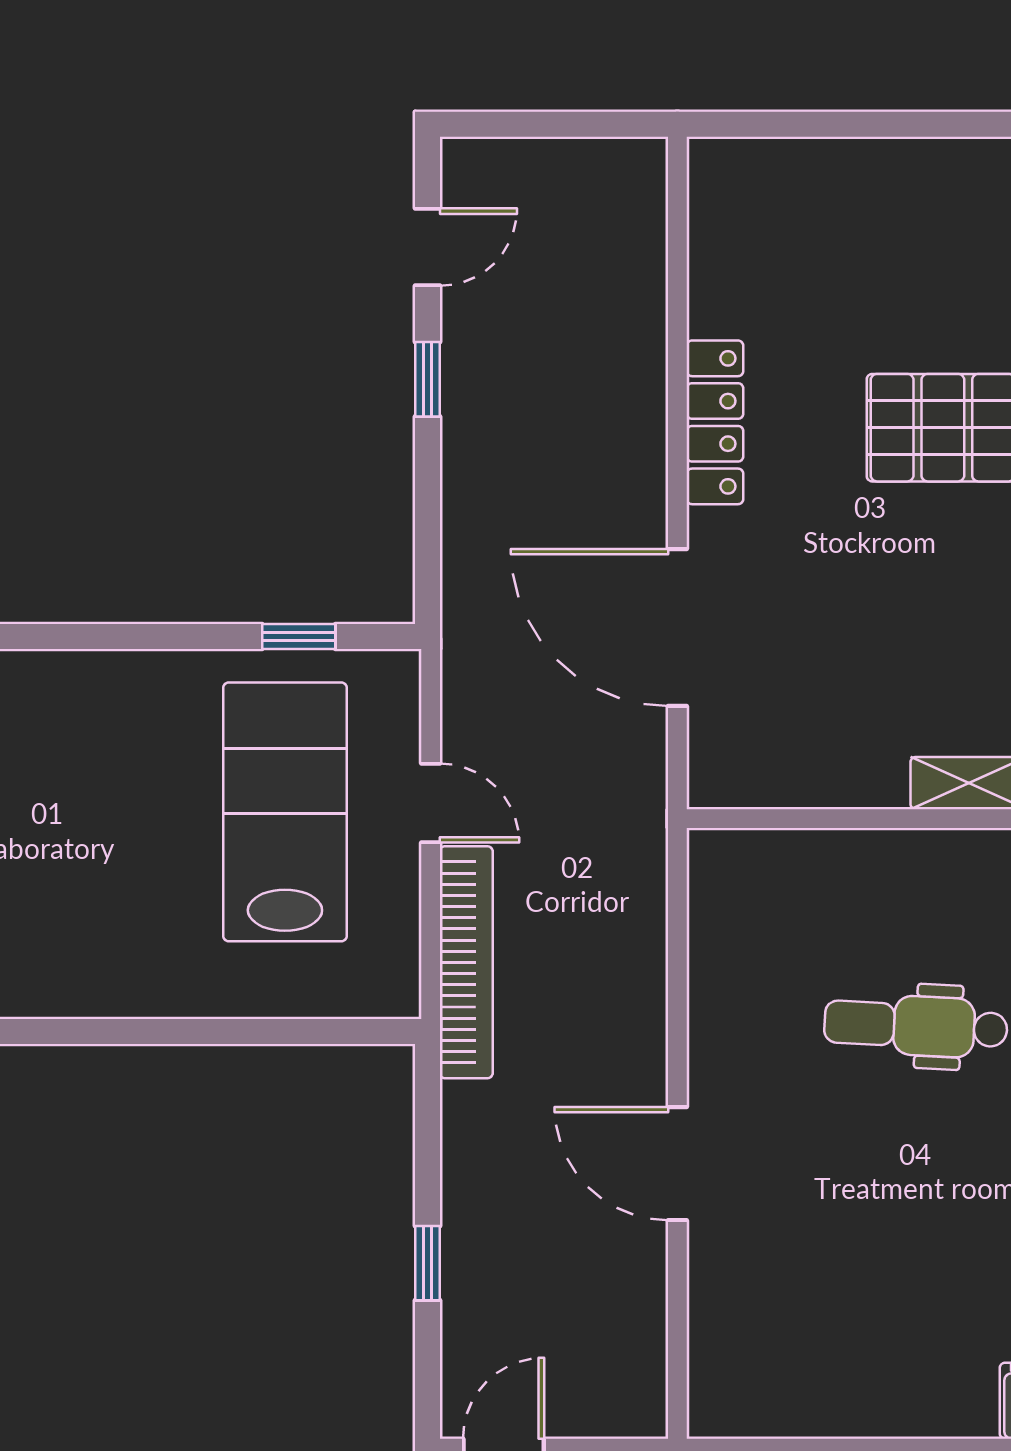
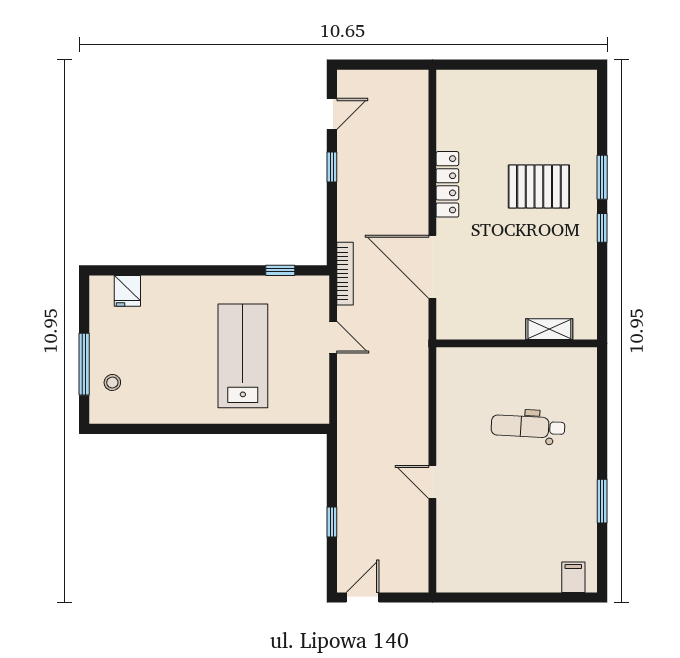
lab bench: (285, 812) -> (243, 356), moved
bookcase: (466, 962) -> (345, 274), moved, width x0.68, depth x0.76
door: (677, 1164) -> (432, 482), width x0.73

